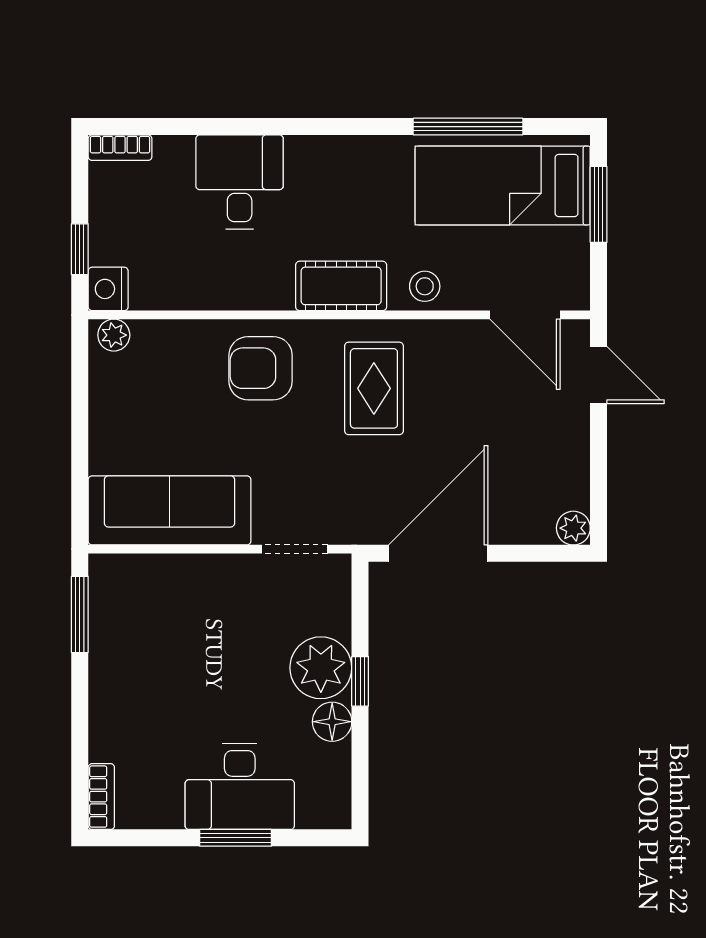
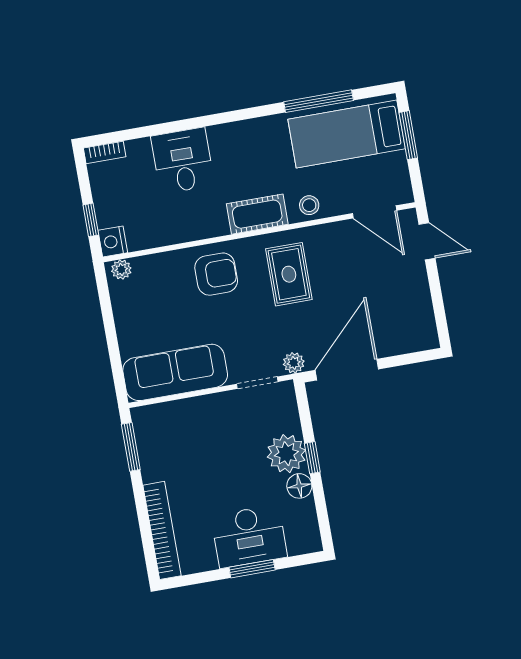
armchair: (261, 368) -> (216, 274), turned 180
plant: (573, 528) -> (294, 363), moved
bookcase: (101, 797) -> (162, 530), width x2.31, depth x1.31

